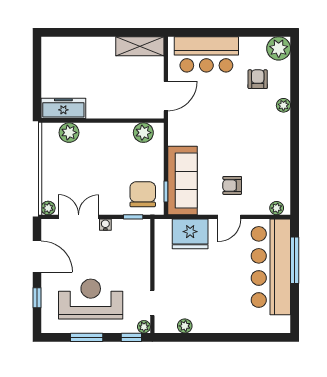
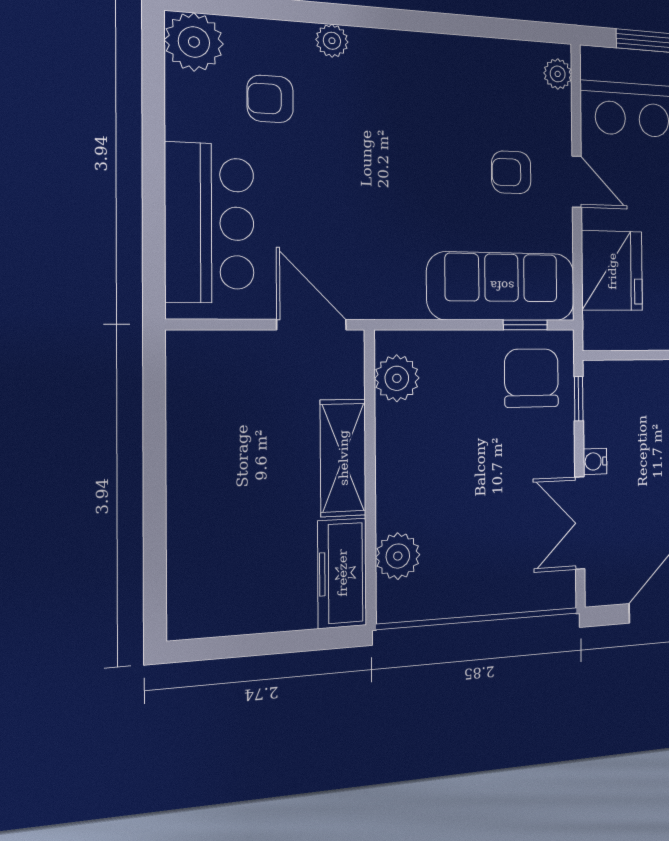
shelving: (140, 46) -> (343, 458), moved
armchair: (232, 185) -> (511, 172), turned 90
chair: (143, 194) -> (531, 378), turned 90
plant: (48, 208) -> (562, 594), removed

